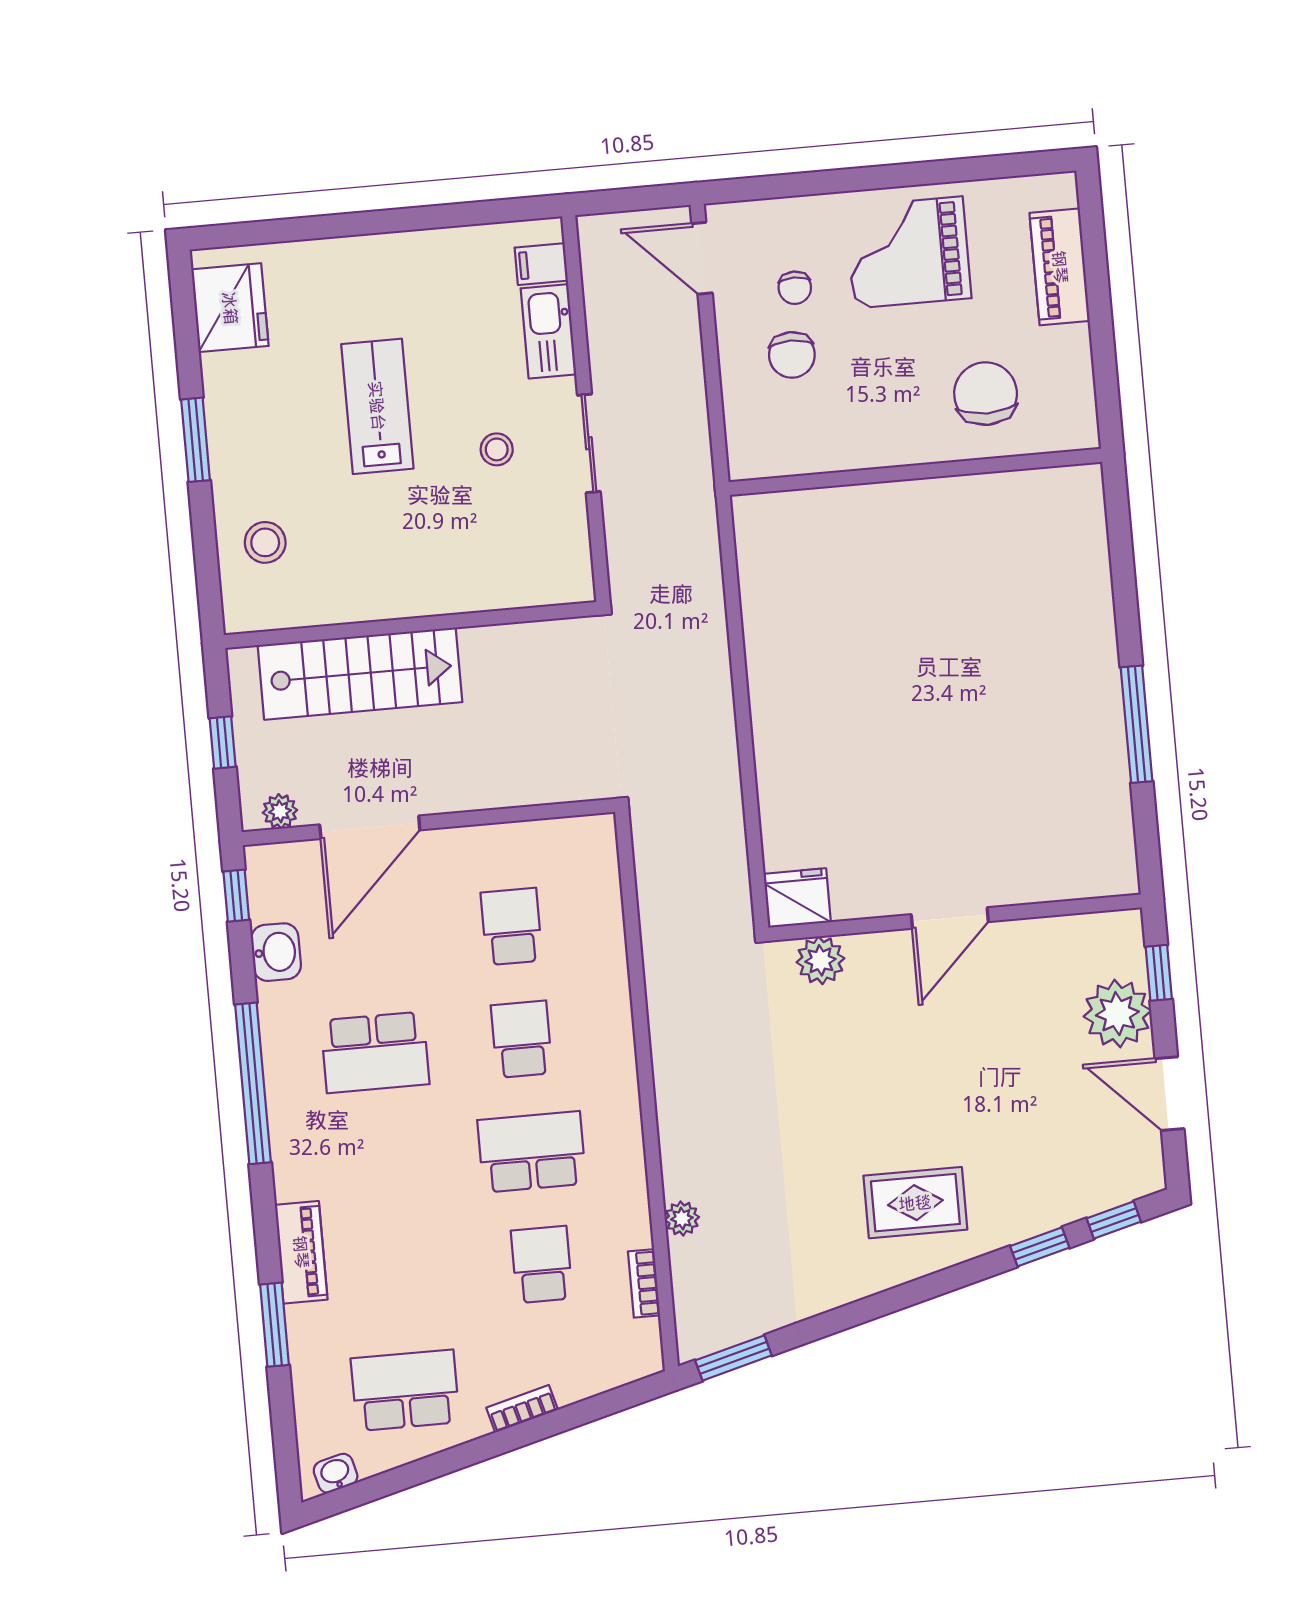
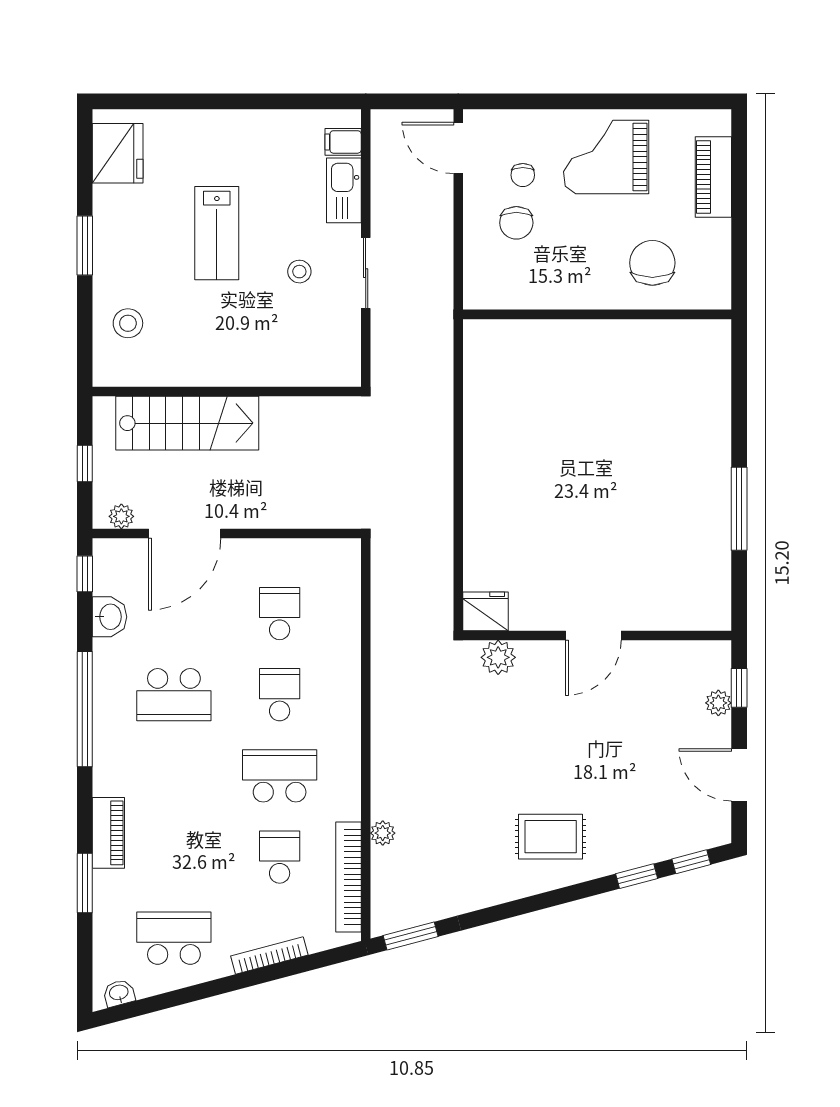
lab bench: (377, 406) -> (217, 233), turned 180
plant: (1117, 1014) -> (718, 703), width x0.53, depth x0.53
bookcase: (644, 1283) -> (349, 877), width x2.31, depth x1.31
bookcase: (522, 1409) -> (269, 955), width x1.56

